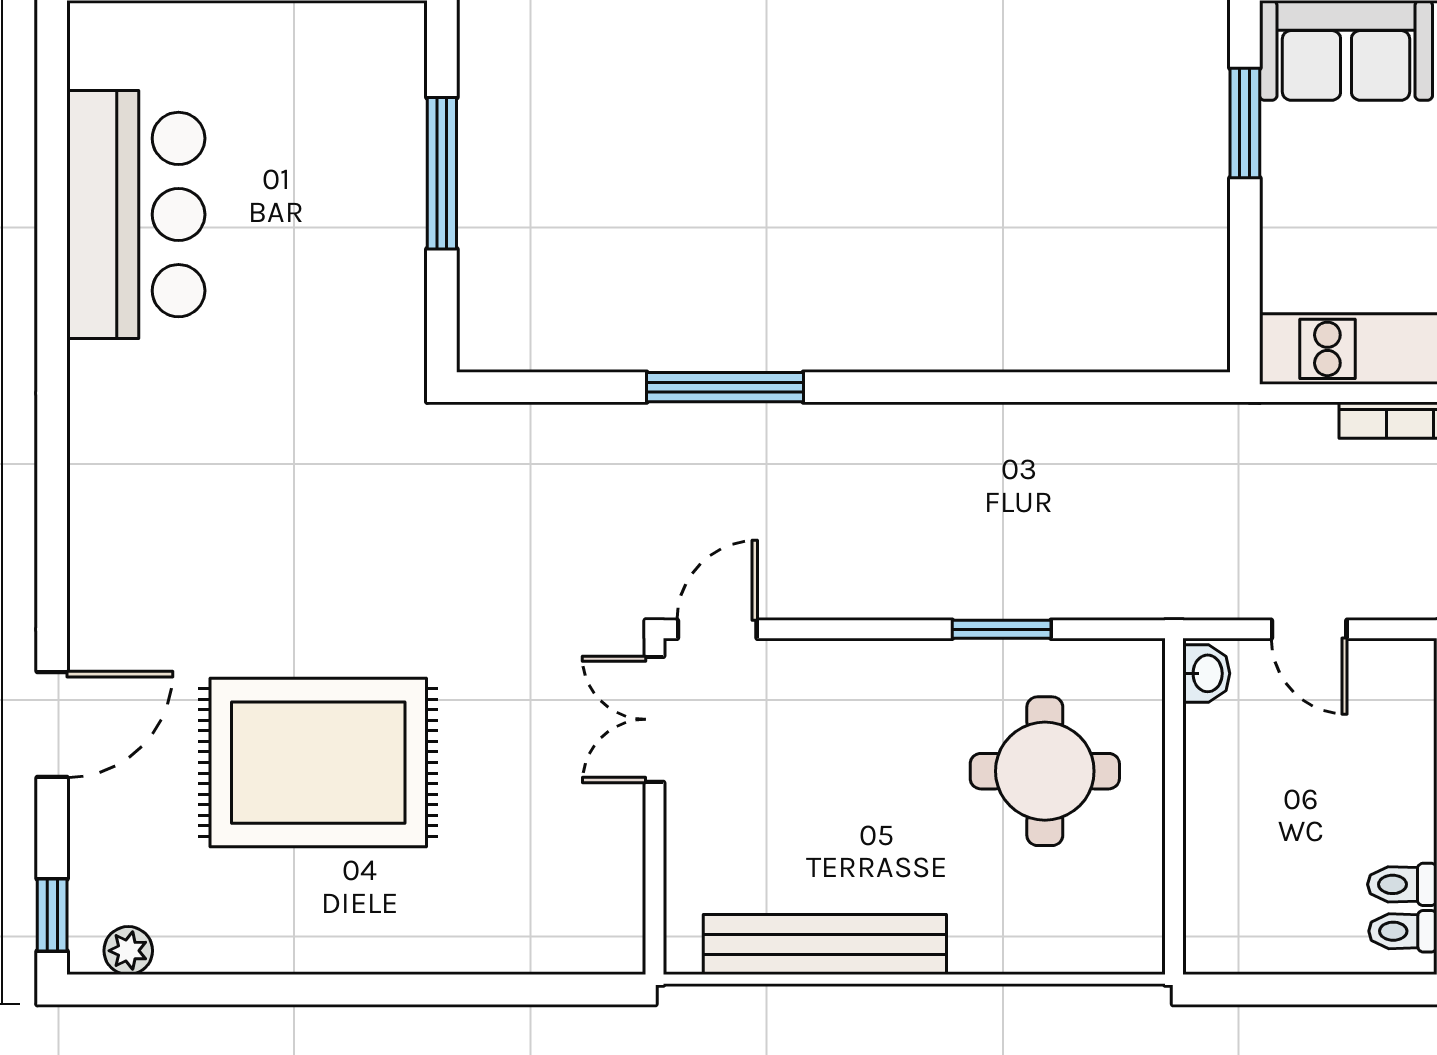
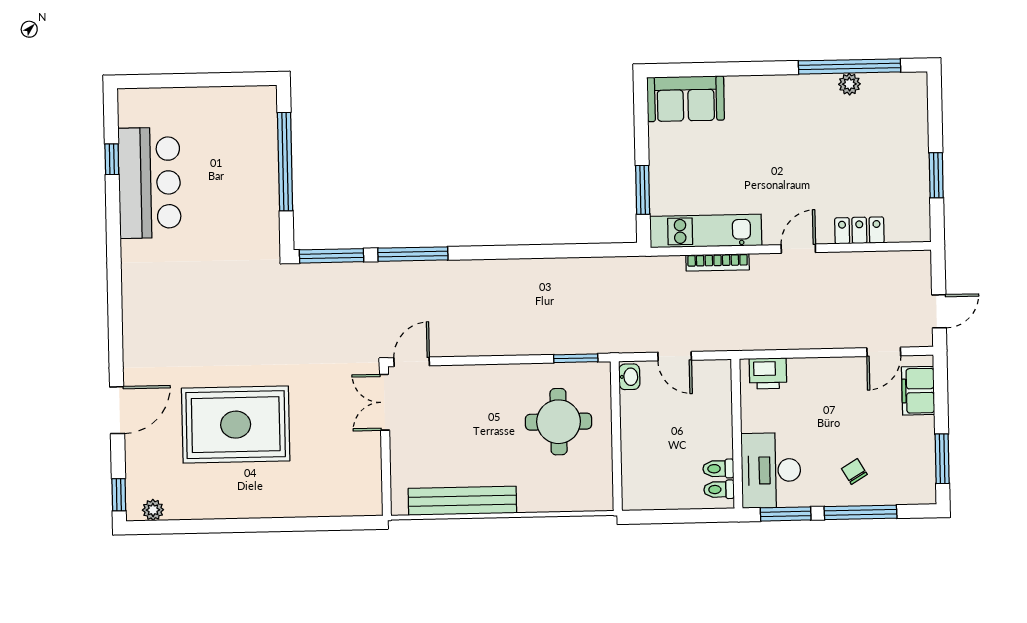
window: (1245, 123) -> (643, 190), moved
window: (52, 160) -> (112, 159), added
window: (442, 173) -> (285, 162), width x1.46
window: (542, 387) -> (332, 256), added
window: (1002, 629) -> (576, 358), moved

